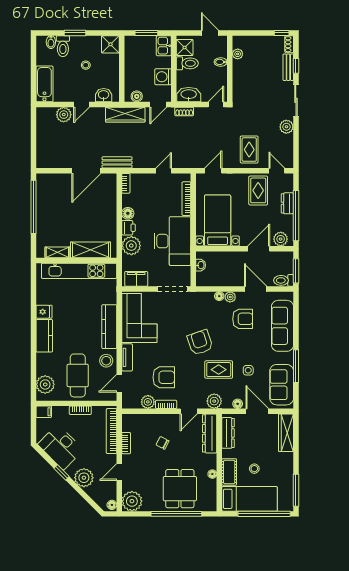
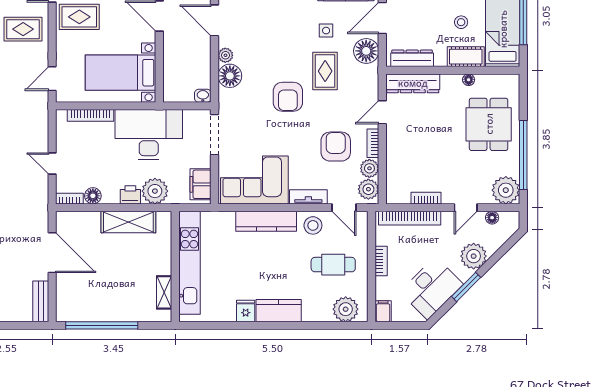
bench: (117, 162) -> (41, 301), moved
door: (164, 171) -> (52, 164), moved
door: (213, 171) -> (52, 79), hinge flipped
floor lamp: (128, 213) -> (93, 196), moved
shelving: (91, 250) -> (128, 222), moved, turned 90
washbasin: (201, 265) -> (203, 96), moved
door: (256, 289) -> (215, 20), hinge flipped
floor lamp: (219, 296) -> (230, 76), width x1.89, depth x1.89
armchair: (243, 319) -> (255, 38), removed
armchair: (200, 342) -> (288, 97), turned -71
cafe table: (78, 375) -> (333, 265), width x0.73, depth x0.74
plant: (214, 401) -> (368, 189), moved
floor lamp: (238, 404) -> (366, 51), width x1.89, depth x1.89
door: (189, 411) -> (382, 112), swing flipped
chair: (163, 443) -> (426, 148), removed
window: (61, 472) -> (466, 287), width x1.50
door: (119, 472) -> (466, 208), hinge flipped
dining table: (180, 489) -> (489, 124), turned 90
floor lamp: (112, 505) -> (492, 218), moved
window: (176, 514) -> (523, 155), moved

